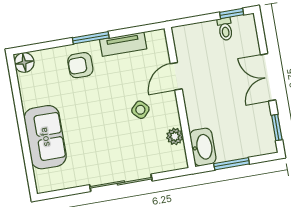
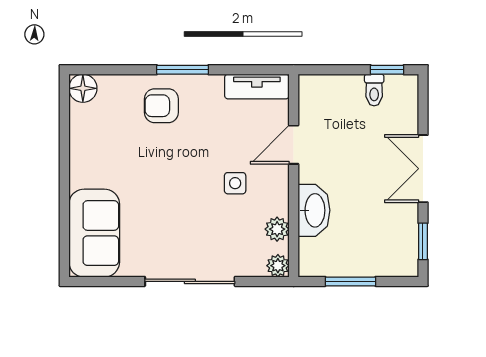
tv unit: (123, 44) -> (257, 87), moved
side table: (140, 110) -> (235, 183), turned 45
sofa: (45, 137) -> (94, 233), moved
washbasin: (203, 147) -> (314, 210), moved
plant: (180, 161) -> (278, 266), added

